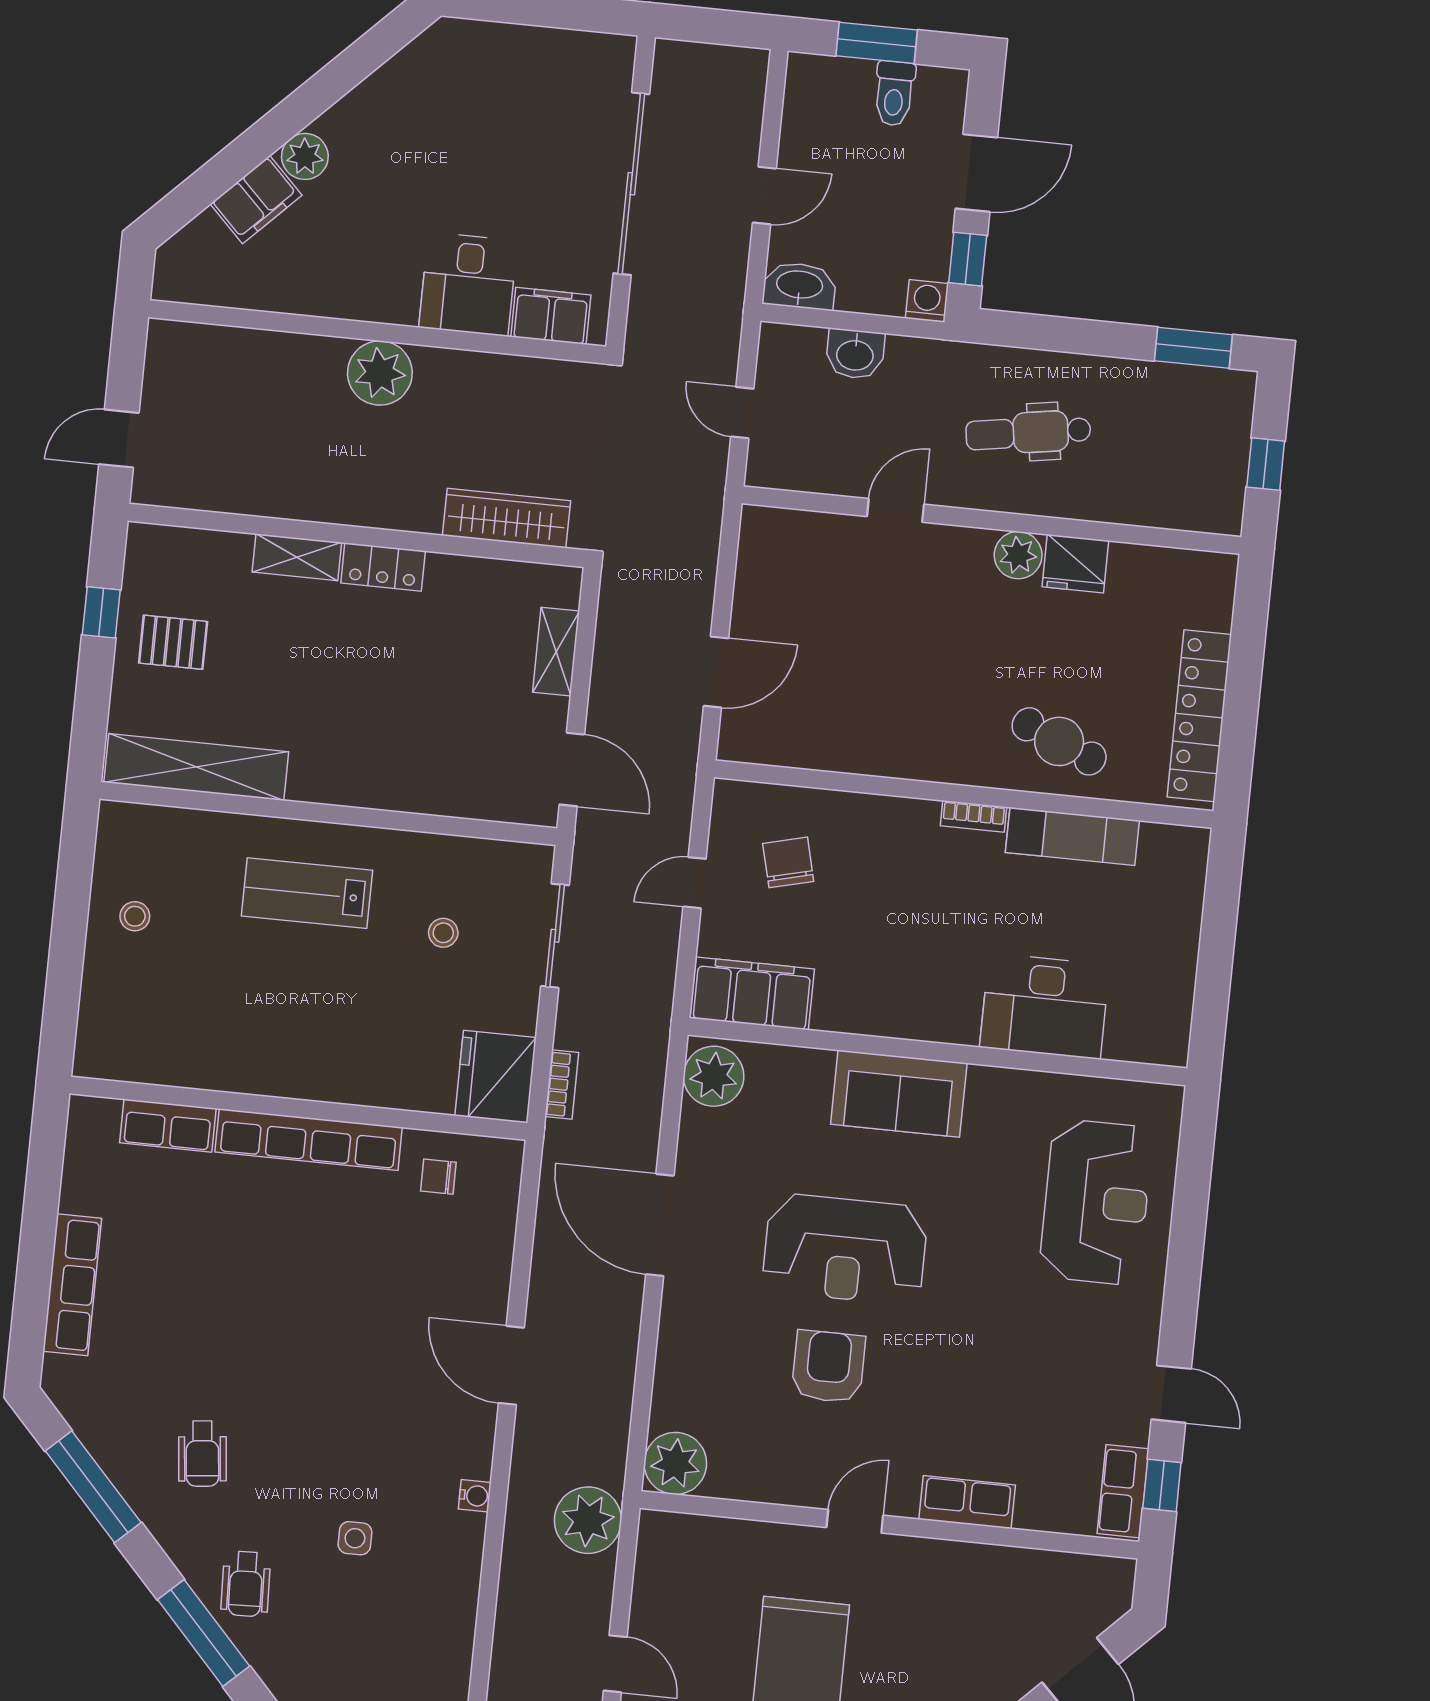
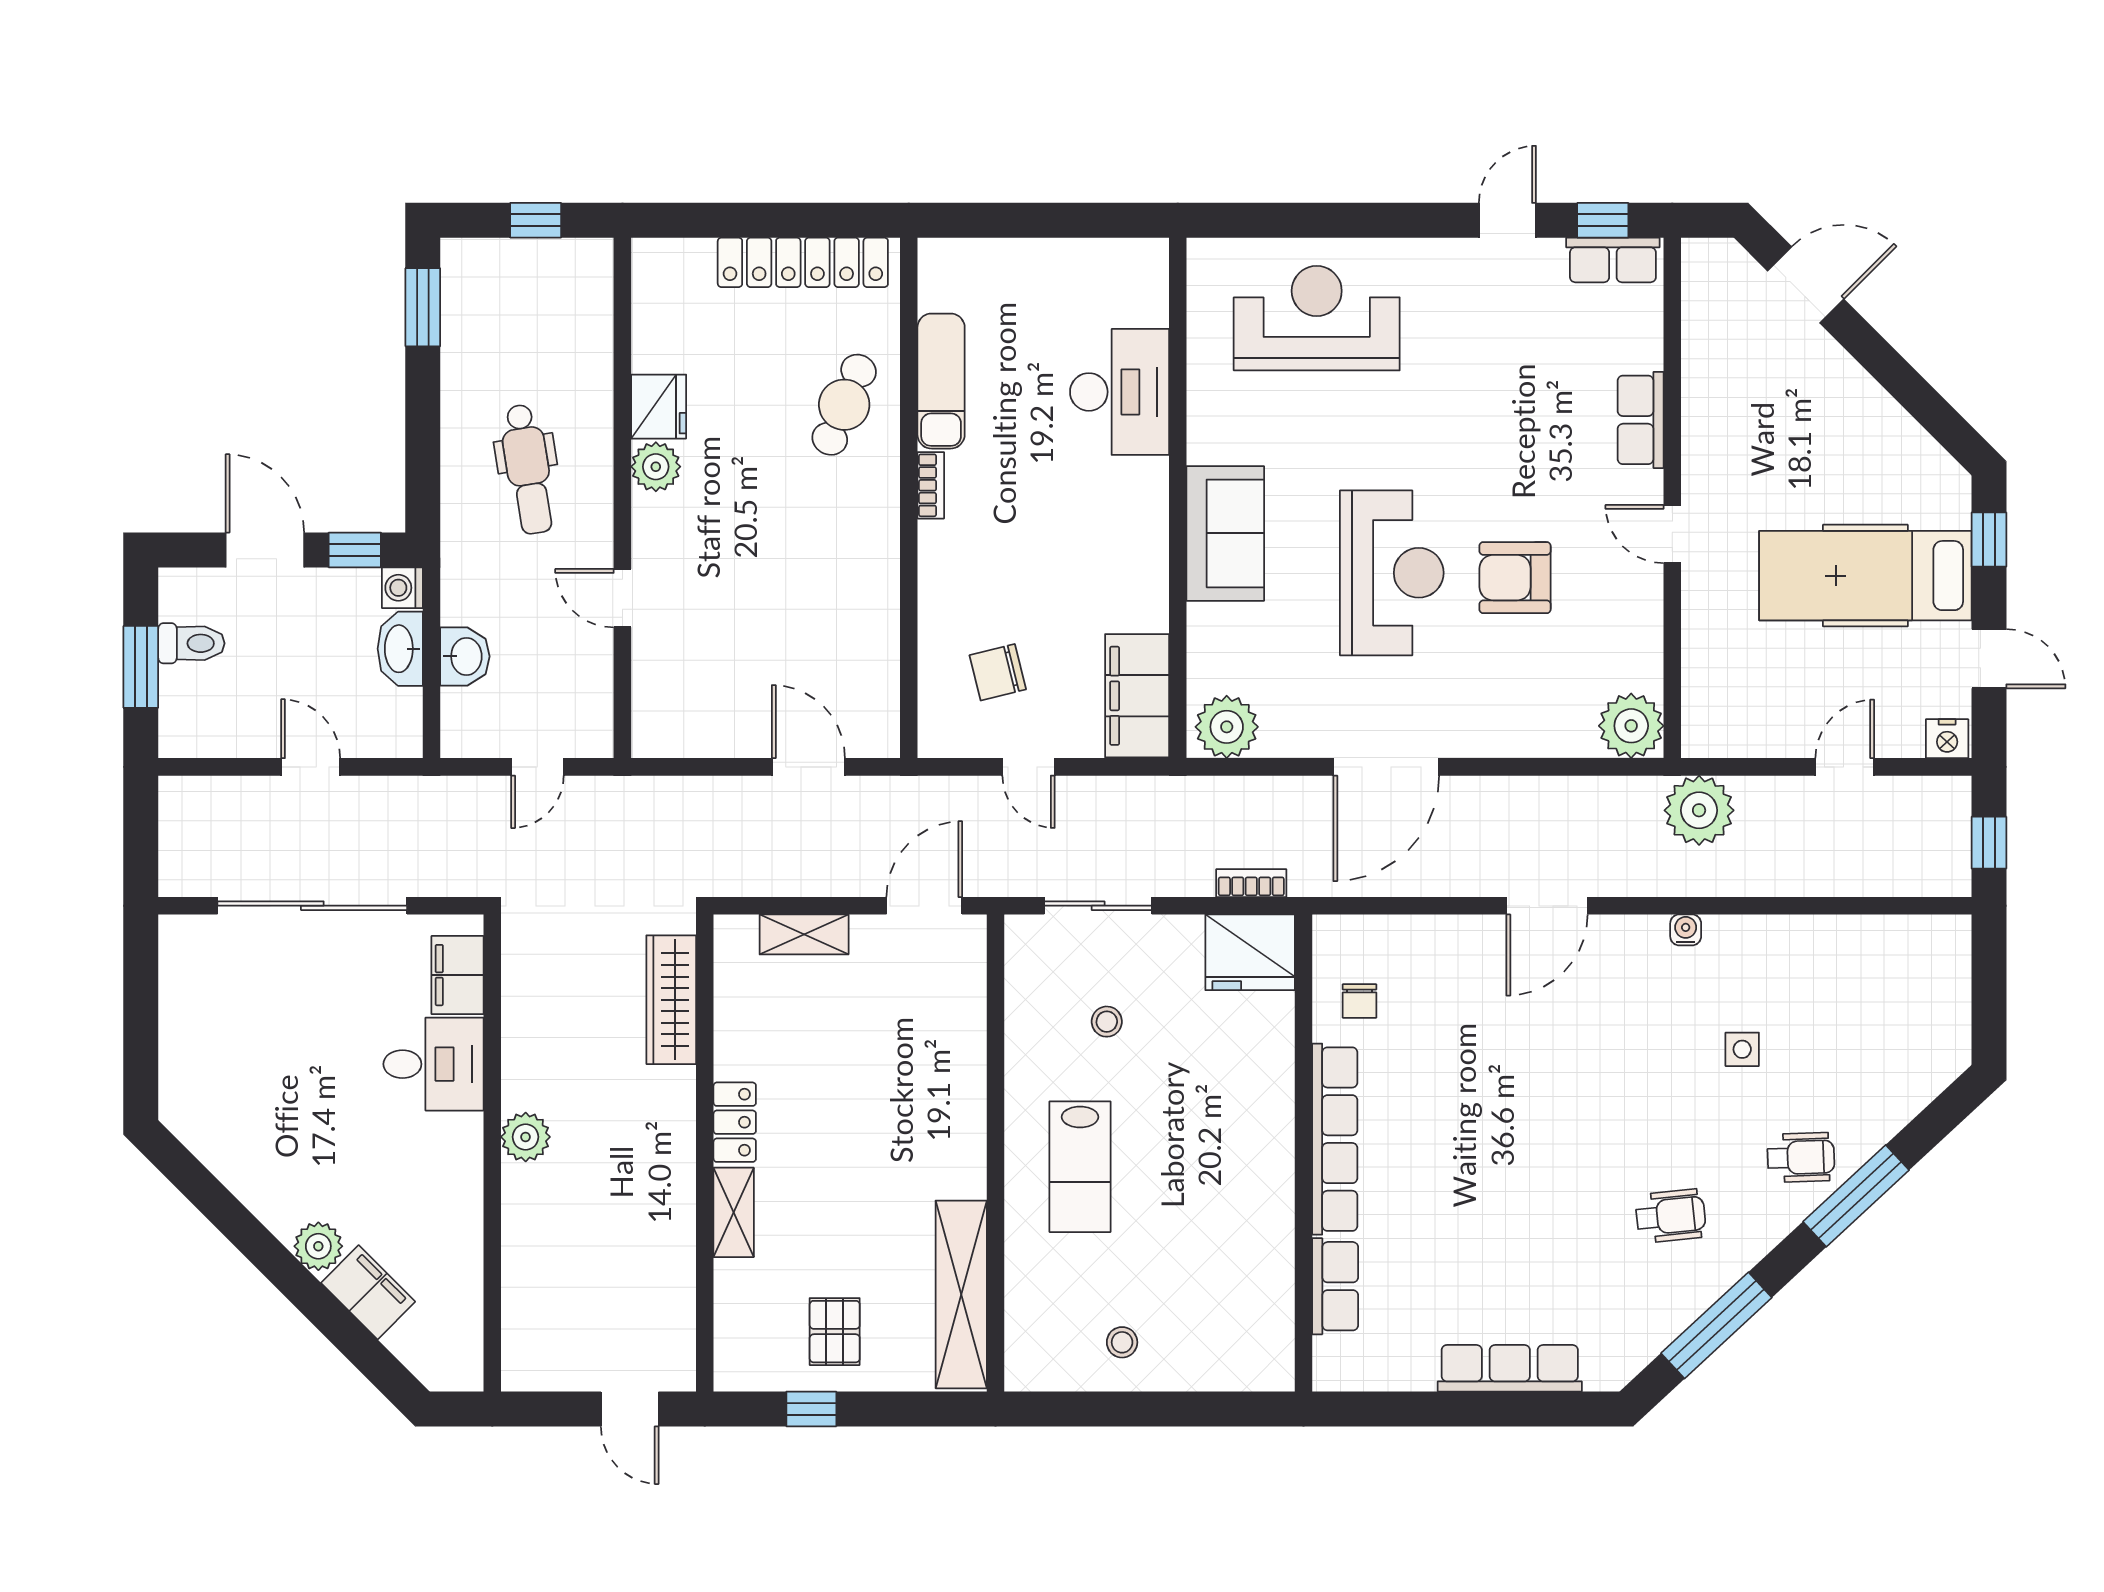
washbasin: (799, 286) -> (400, 649), moved
plant: (380, 373) -> (526, 1137), width x0.73, depth x0.73

